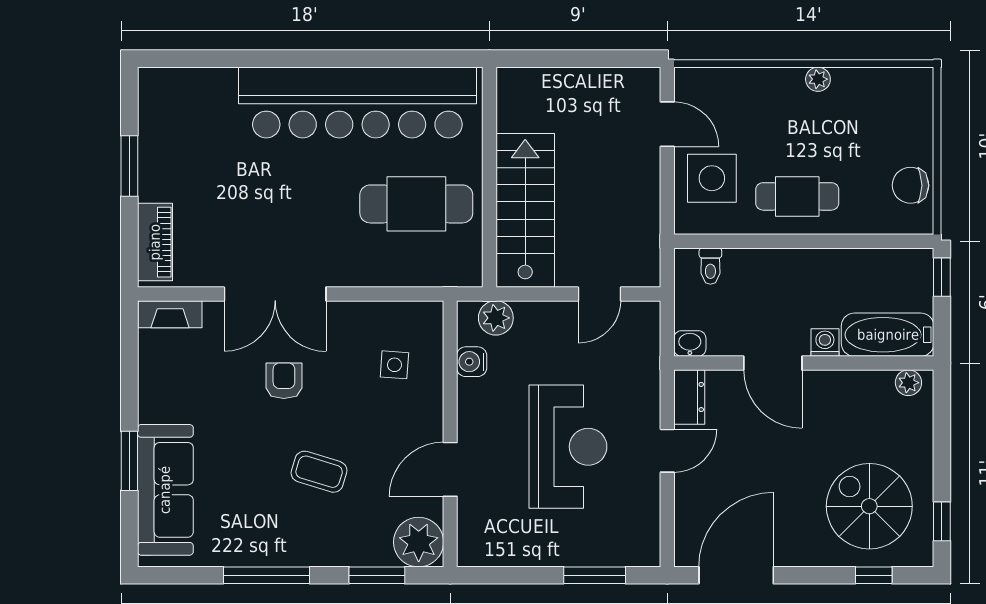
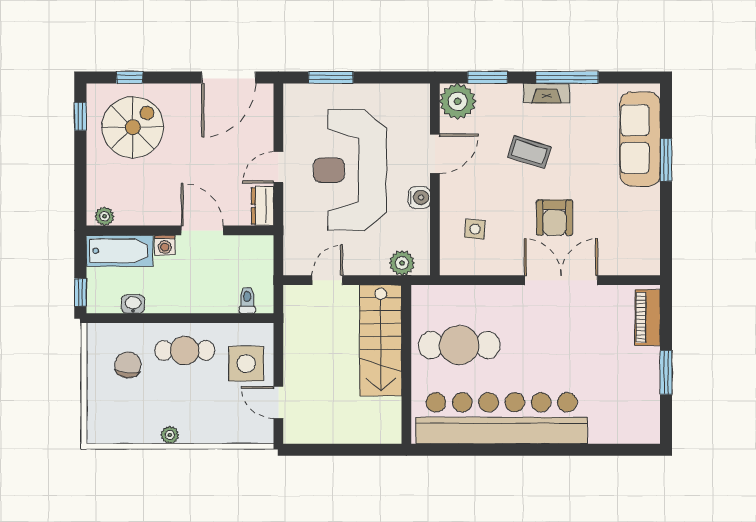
chair: (911, 185) -> (128, 365), moved, turned -85
fireplace: (170, 314) -> (547, 93), moved, turned 180
washbasin: (690, 344) -> (133, 304), moved, turned 180
water cooler: (472, 362) -> (419, 198), moved
armchair: (284, 381) -> (555, 218), width x1.38, depth x1.38
reception desk: (568, 447) -> (350, 170), width x1.36, depth x1.30
spiral stairs: (869, 506) -> (133, 127), turned -90

